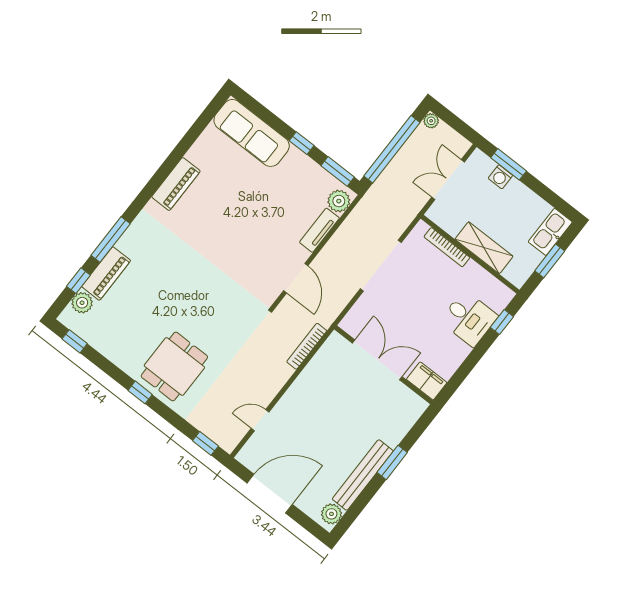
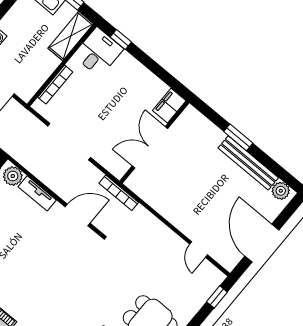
shelving: (484, 248) -> (71, 36), moved
desk: (469, 318) -> (98, 52), moved
bookcase: (307, 346) -> (119, 193), moved

